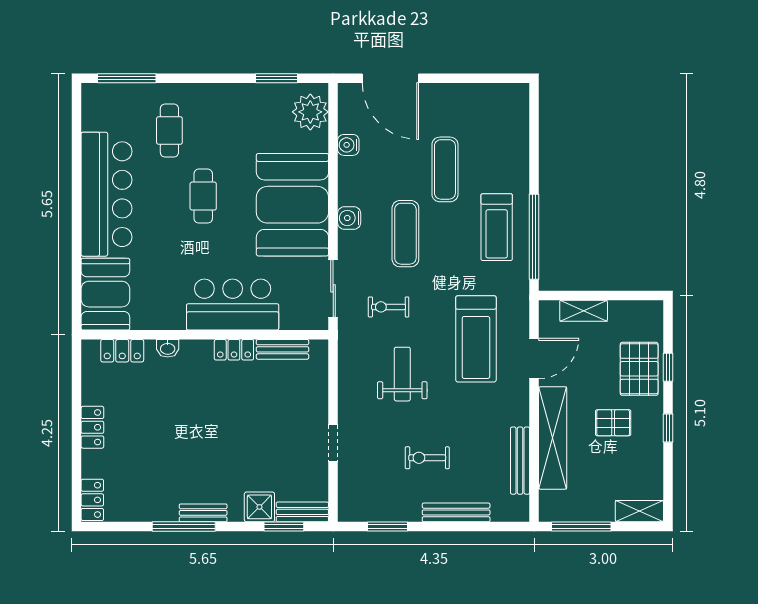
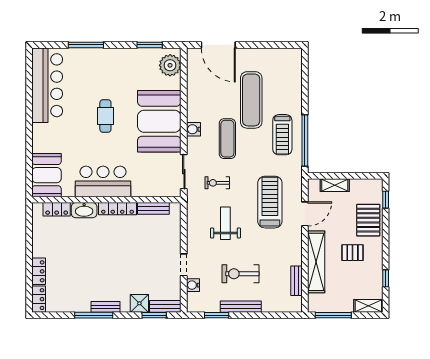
window: (127, 78) -> (86, 45), moved
cafe table: (169, 131) -> (85, 76), removed
water cooler: (348, 145) -> (193, 285), moved
exercise mat: (445, 169) -> (251, 100), width x1.36, depth x1.45
bar counter: (107, 194) -> (47, 85), moved
bar counter: (233, 305) -> (103, 181), moved
treadmill: (476, 339) -> (270, 202), turned 180
washbasin: (168, 348) -> (84, 210), width x1.91, depth x1.45
locker: (234, 350) -> (118, 209), width x1.53
window: (668, 367) -> (386, 200), moved
locker: (92, 427) -> (39, 271), moved
window: (668, 428) -> (386, 278), moved
exercise bike: (427, 458) -> (241, 274), width x1.38, depth x1.39
bench: (520, 461) -> (296, 281), width x0.73
bench: (456, 512) -> (241, 307), moved

